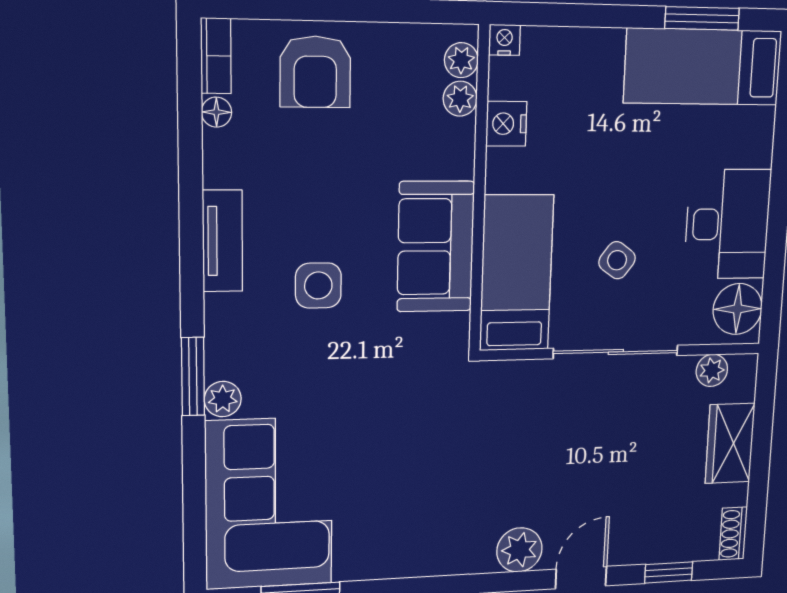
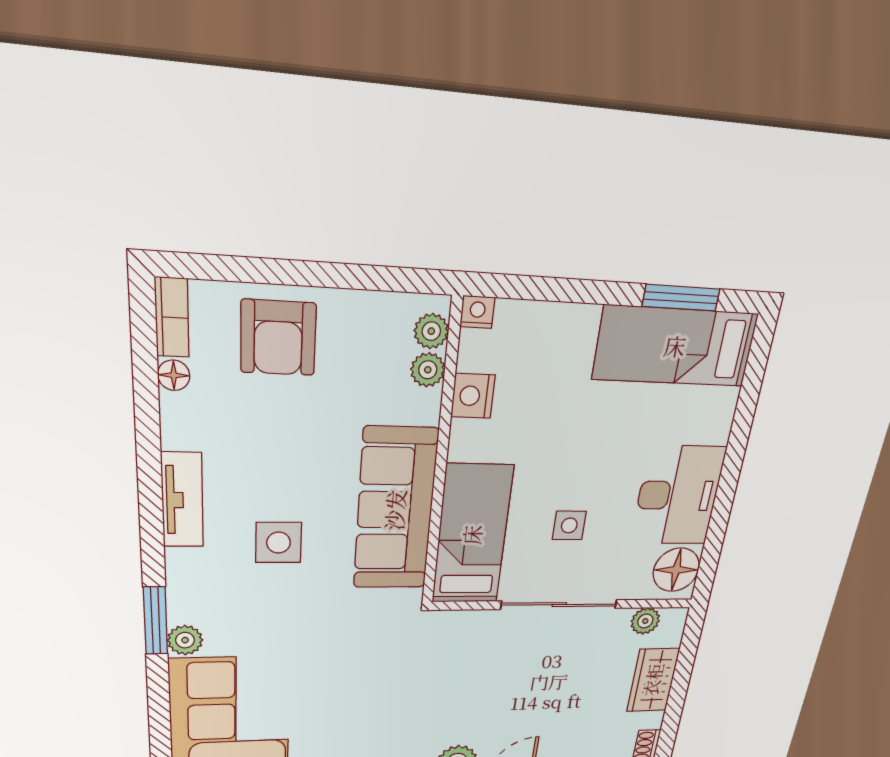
sofa: (436, 247) -> (395, 510), width x1.36
side table: (617, 260) -> (569, 525), turned -36

